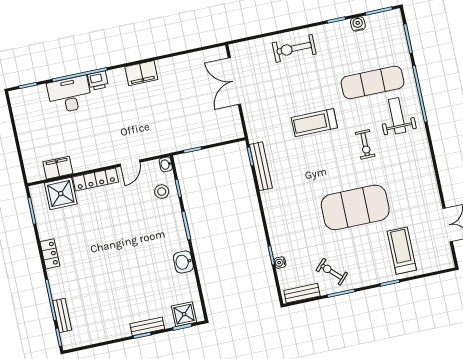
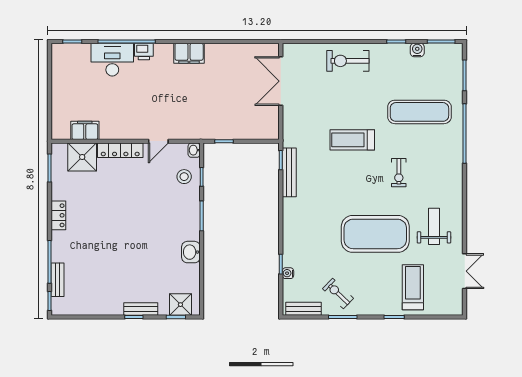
weight bench: (397, 116) -> (434, 226), moved

